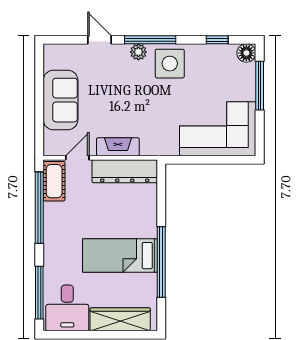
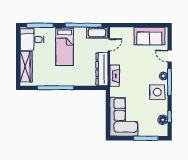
door: (100, 40) -> (170, 56), swing flipped
floor lamp: (246, 53) -> (163, 120), moved
sofa: (61, 100) -> (149, 36), moved
fireplace: (118, 147) -> (115, 76), moved
door: (77, 158) -> (109, 45), hinge flipped
bed: (120, 256) -> (65, 46), moved, turned 180

